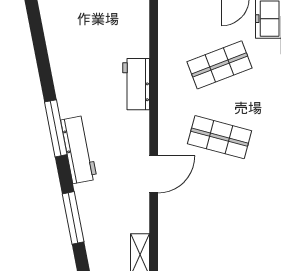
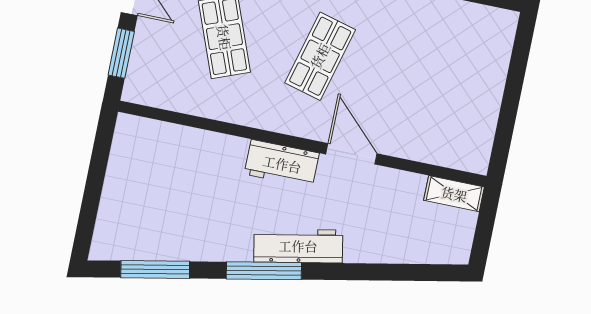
workbench: (136, 84) -> (282, 164), moved
window: (73, 218) -> (155, 270), moved

